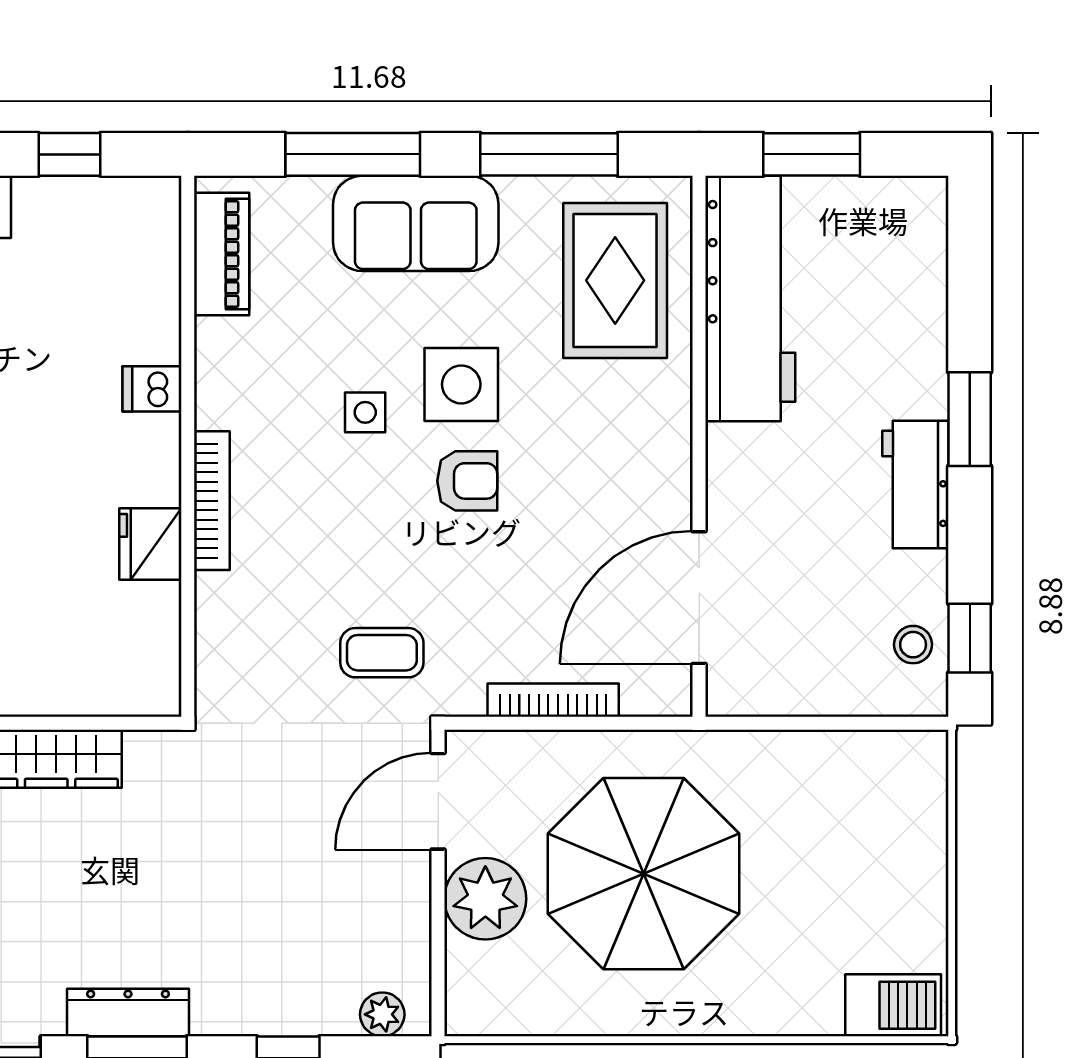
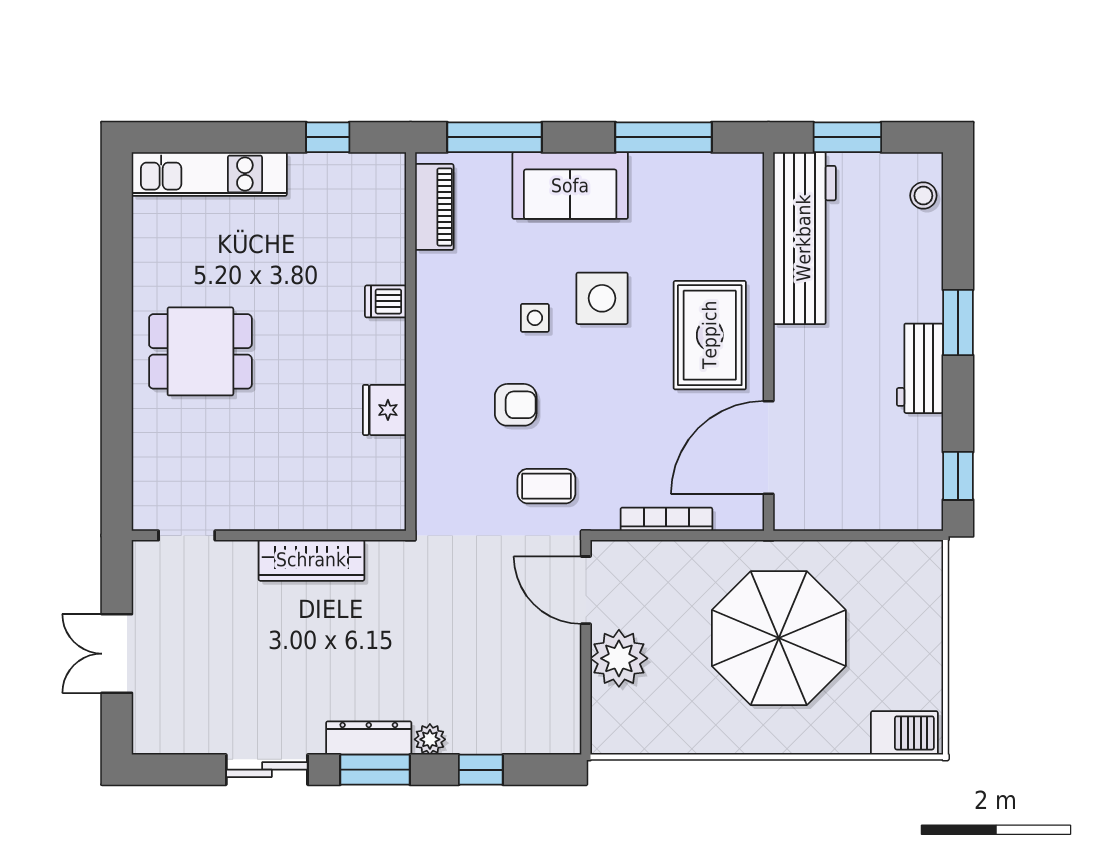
window: (353, 154) -> (494, 137), moved
rug: (615, 280) -> (710, 335), moved
armchair: (467, 481) -> (516, 405), moved
bookcase: (212, 501) -> (428, 380), removed
stool: (913, 645) -> (923, 196), moved
door: (438, 801) -> (586, 590), hinge flipped
parasol: (644, 874) -> (779, 638), moved
plant: (382, 1014) -> (430, 739), moved

